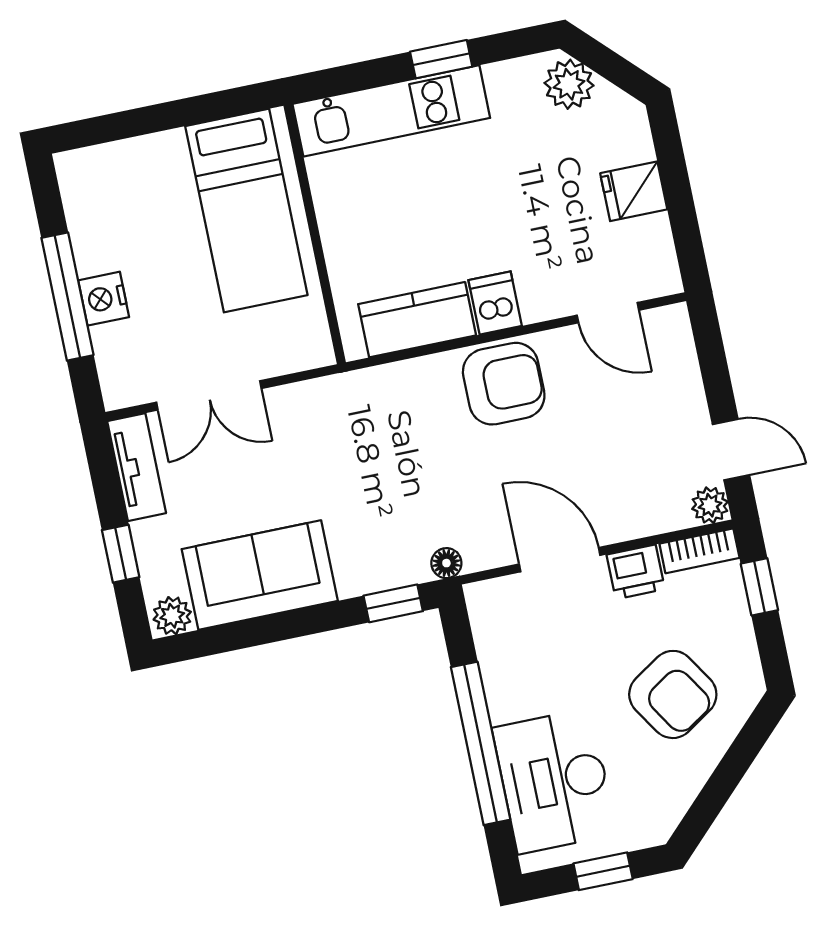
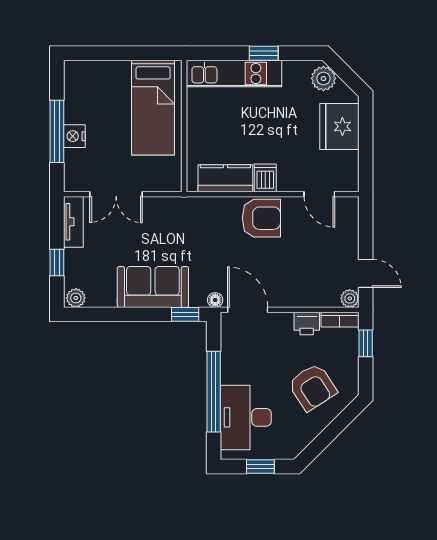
fridge: (634, 191) -> (339, 126), width x1.88, depth x1.34
door: (560, 560) -> (248, 310), moved
sofa: (260, 575) -> (153, 287), moved

